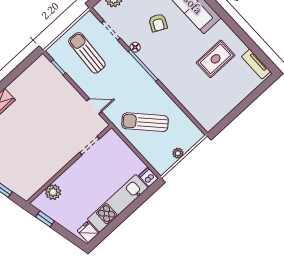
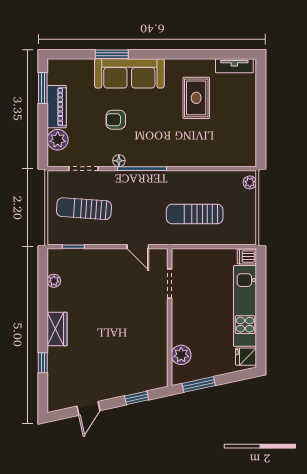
armchair: (158, 23) -> (116, 120), turned 153
plant: (27, 75) -> (54, 281), added
door: (94, 106) -> (138, 247), swing flipped
sun lounger: (145, 122) -> (195, 214), turned 43
plant: (178, 153) -> (250, 182), moved
window: (45, 219) -> (199, 384), width x1.50

